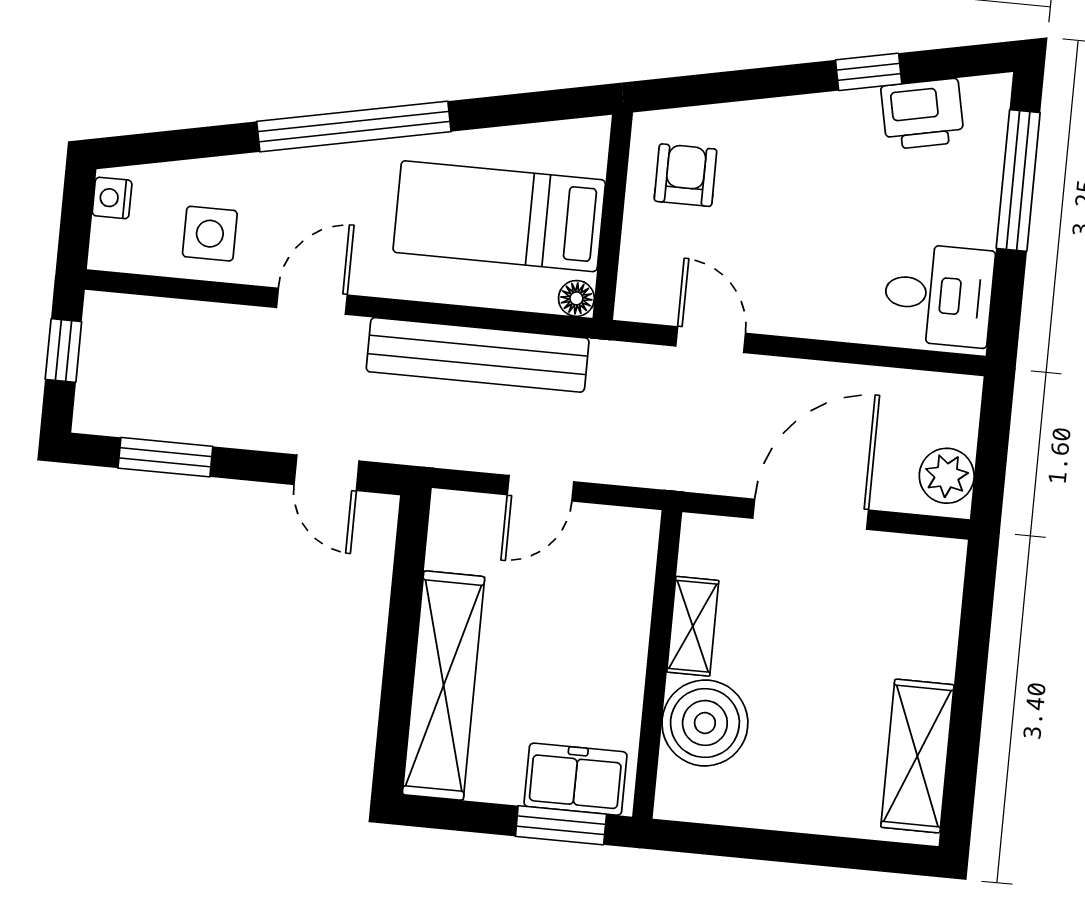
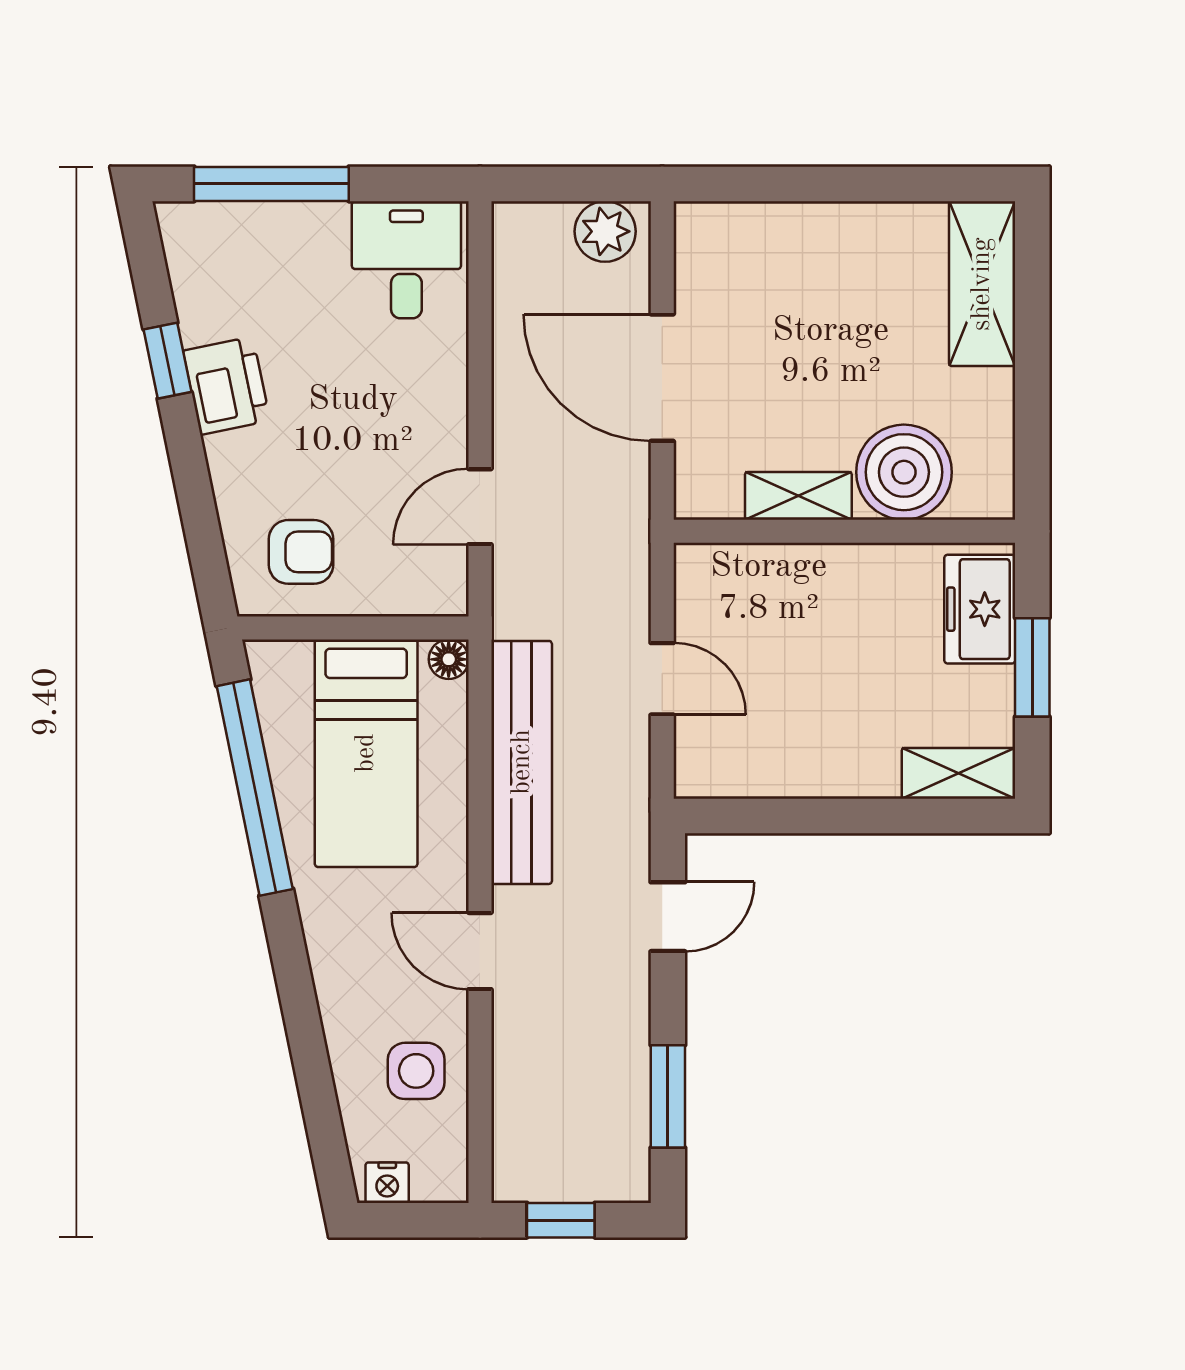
printer: (922, 114) -> (227, 386), moved
window: (354, 127) -> (255, 788), moved
armchair: (685, 175) -> (301, 552), turned 180
shelving: (444, 686) -> (958, 773), width x0.45, depth x0.75
shelving: (917, 756) -> (982, 284), moved, turned 90
window: (561, 825) -> (1032, 667), moved

